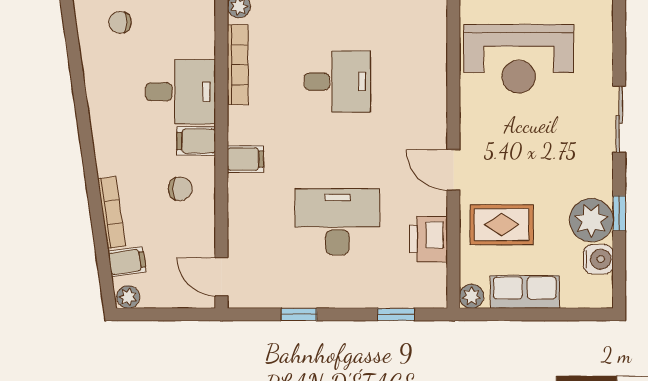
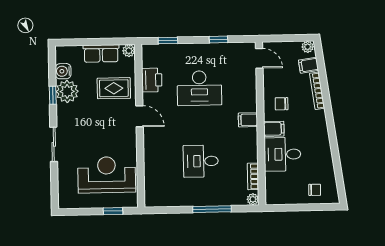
bookcase: (238, 65) -> (253, 176), width x0.64

